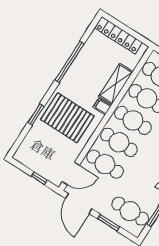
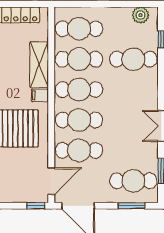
window: (39, 178) -> (36, 206), moved
window: (109, 223) -> (132, 206), moved

